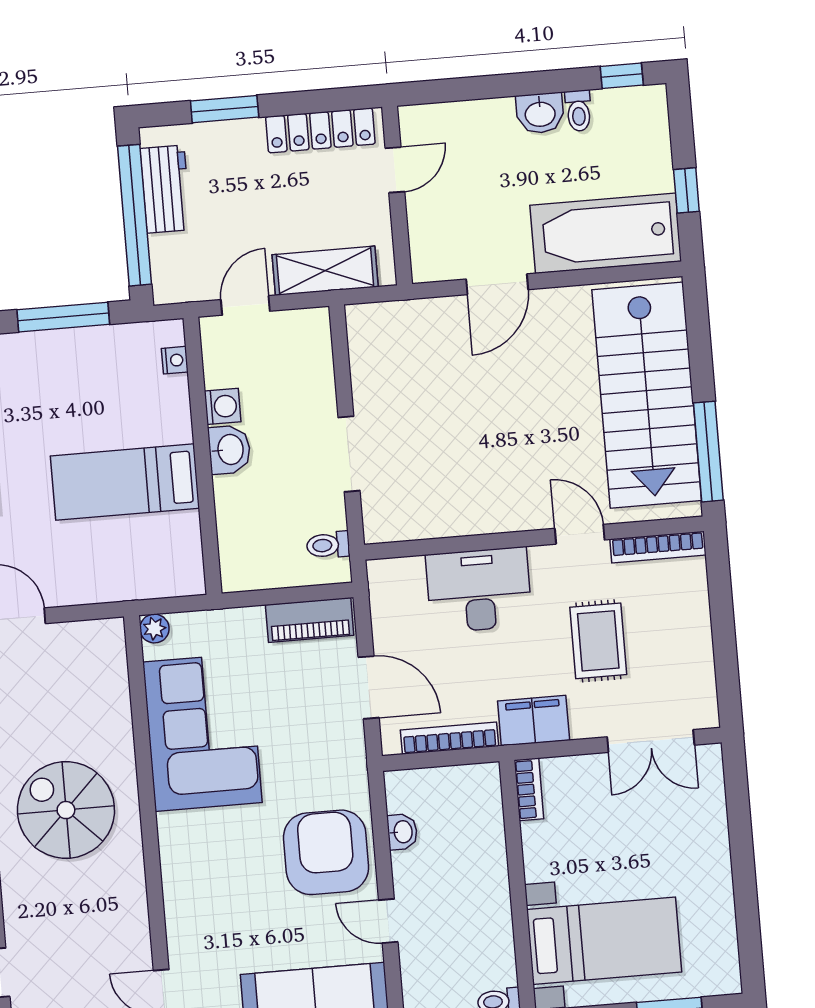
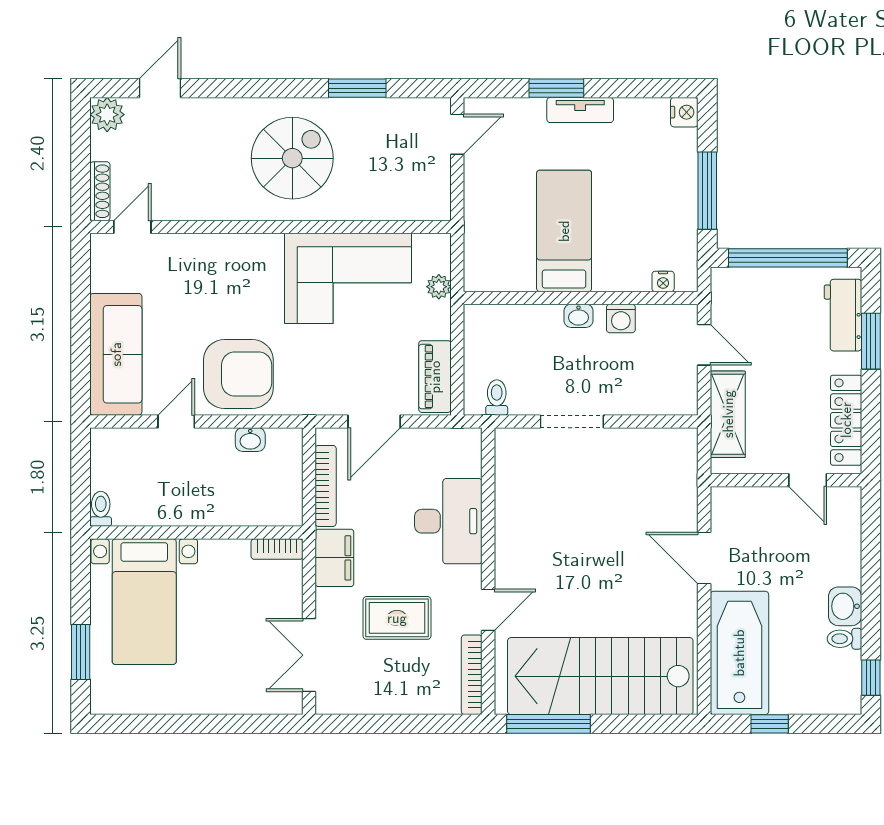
workbench: (165, 189) -> (843, 315), moved, turned 90
washbasin: (229, 450) -> (578, 316), width x0.72, depth x0.69
plant: (154, 629) -> (439, 287), moved

